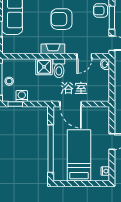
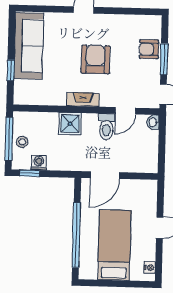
armchair: (62, 19) -> (96, 59), turned 90
toilet: (59, 68) -> (106, 127), moved
door: (71, 104) -> (105, 175), hinge flipped

